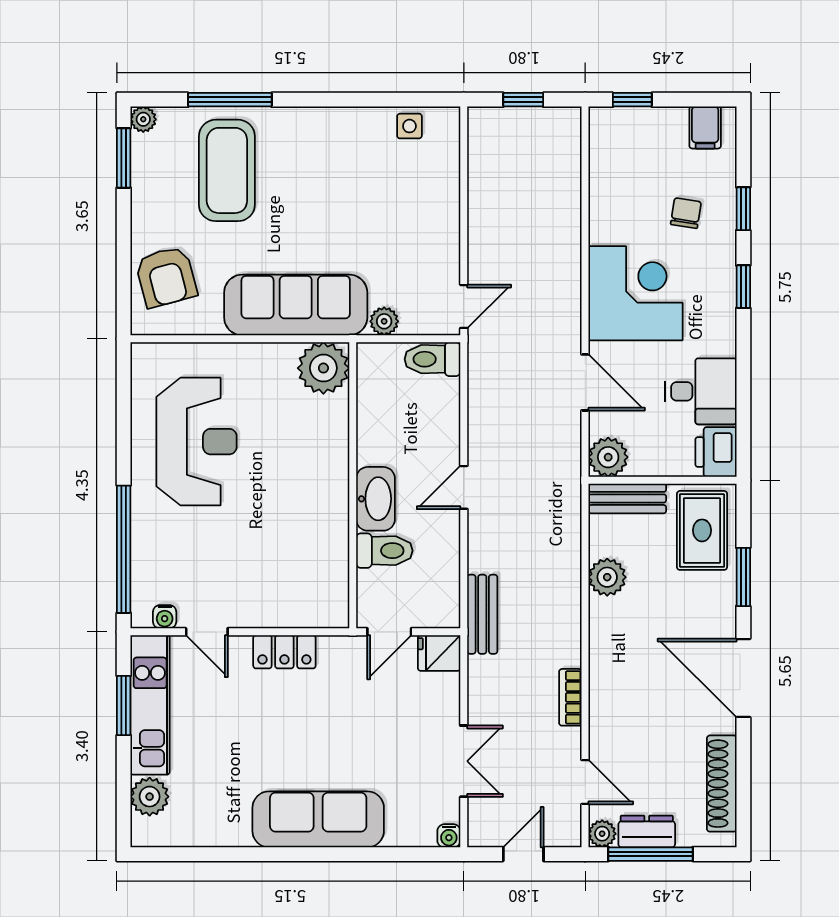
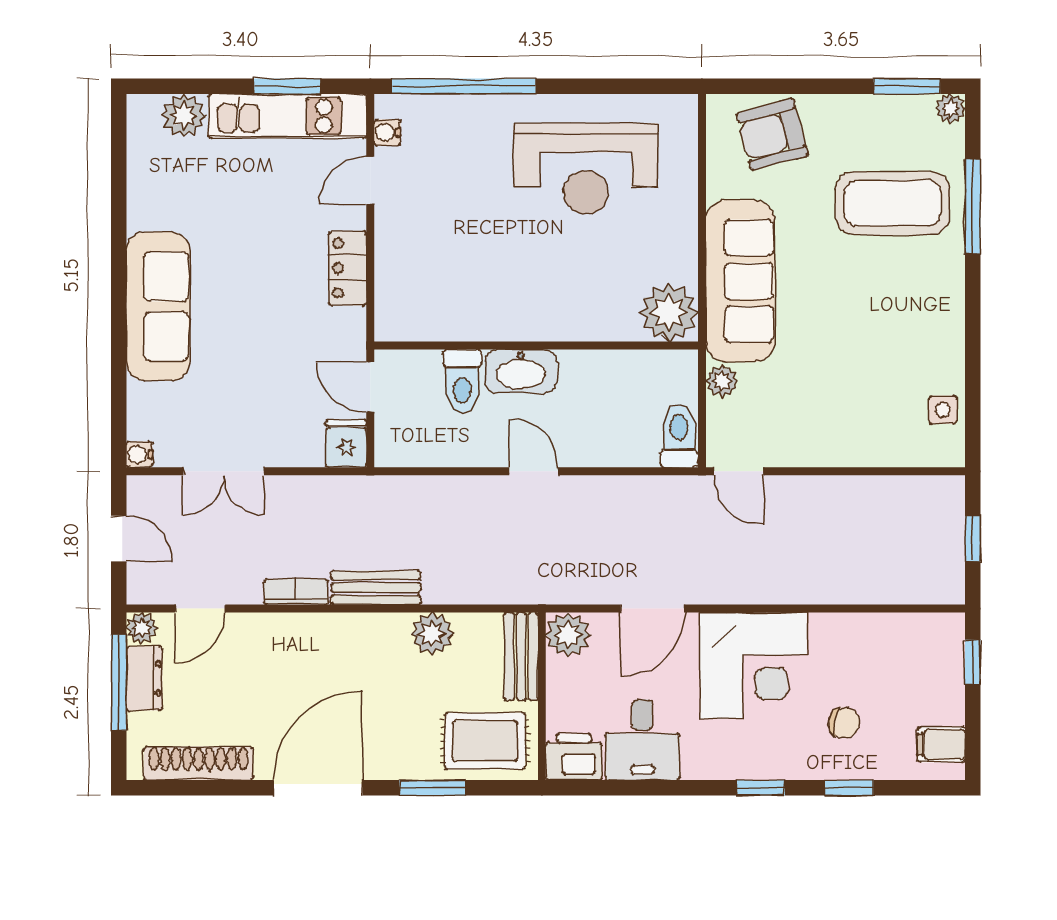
bench: (482, 614) -> (376, 588), moved

